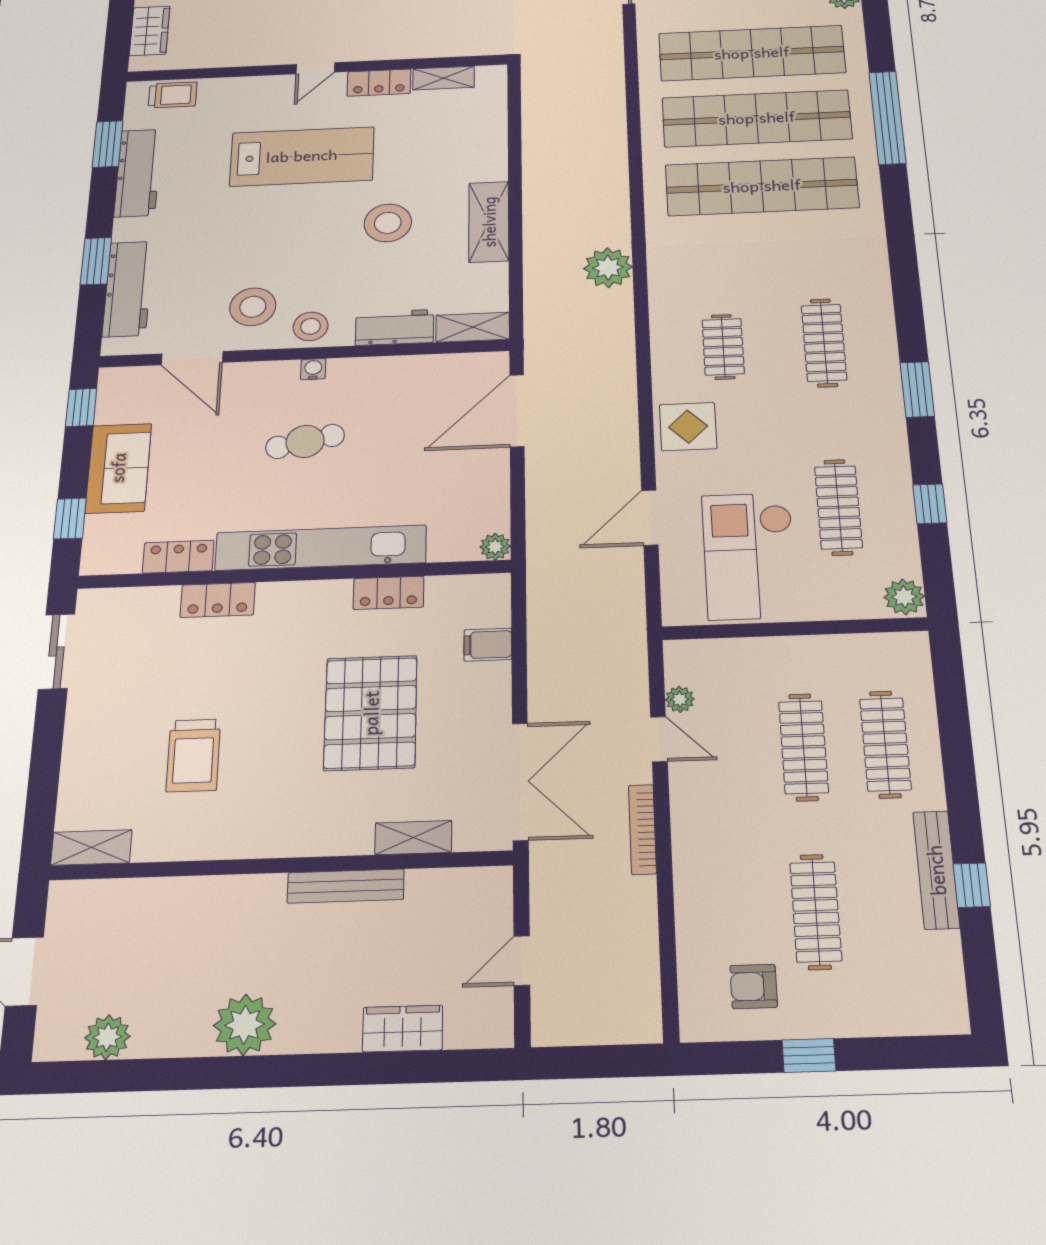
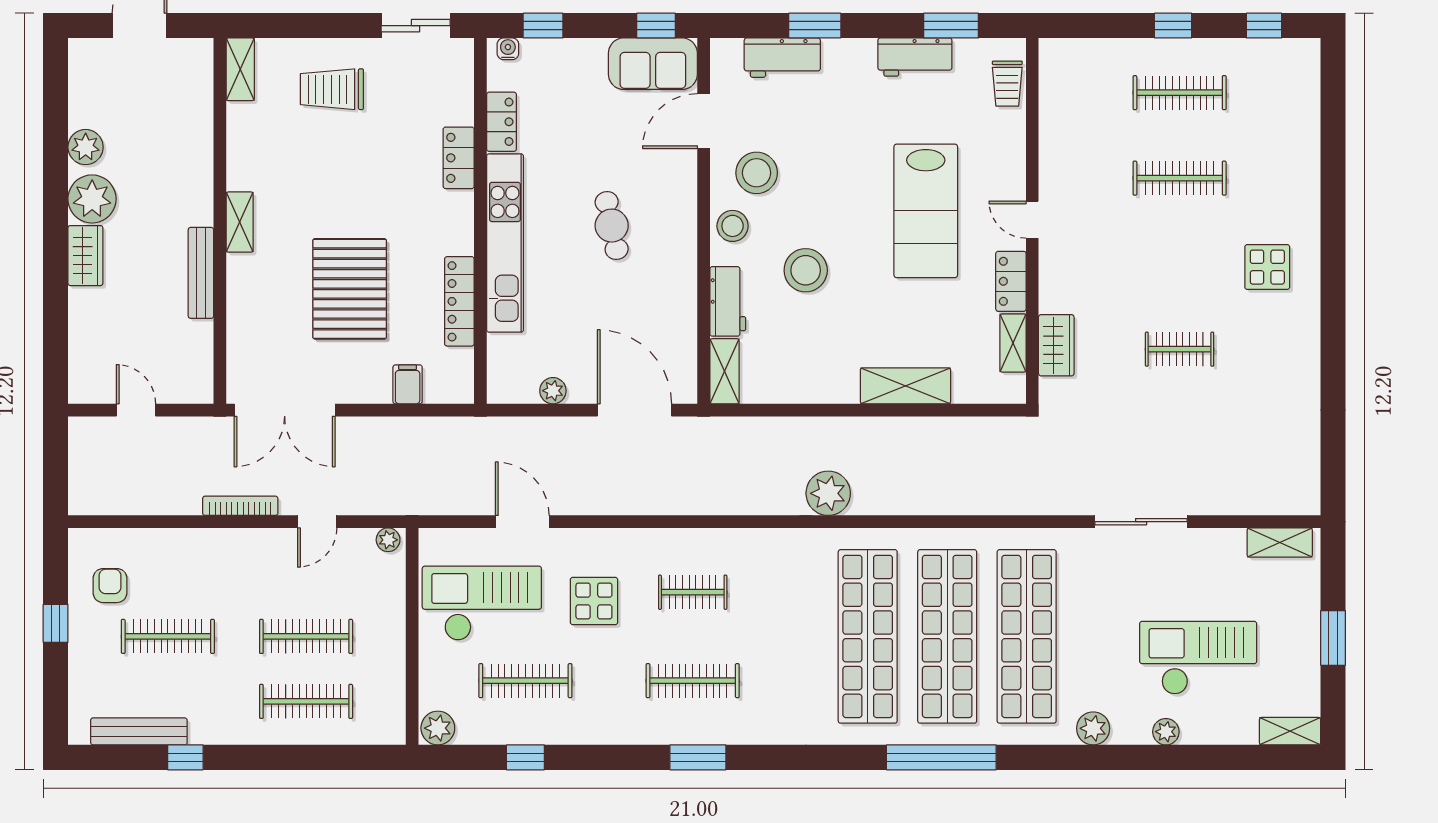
wardrobe: (150, 31) -> (1056, 345), moved, turned -90
workbench: (138, 173) -> (915, 57), width x0.73
shelving: (489, 222) -> (905, 386), moved
stool: (388, 223) -> (806, 270), moved
plant: (608, 268) -> (828, 493), moved
workbench: (128, 289) -> (782, 58), width x0.73
water cooler: (313, 369) -> (508, 49), moved, turned -90
window: (917, 389) -> (698, 757), moved
display table: (688, 427) -> (594, 601), moved
sofa: (118, 468) -> (653, 64), moved
plant: (495, 547) -> (553, 391), moved
locker: (389, 593) -> (459, 301), width x1.53
plant: (680, 699) -> (388, 540), moved
pallet: (371, 713) -> (350, 289), turned 90
trolley: (193, 755) -> (332, 89), moved
shelving: (413, 838) -> (240, 222), moved
bench: (936, 870) -> (139, 731), moved
wardrobe: (403, 1029) -> (85, 256), moved
plant: (107, 1037) -> (86, 147), moved

